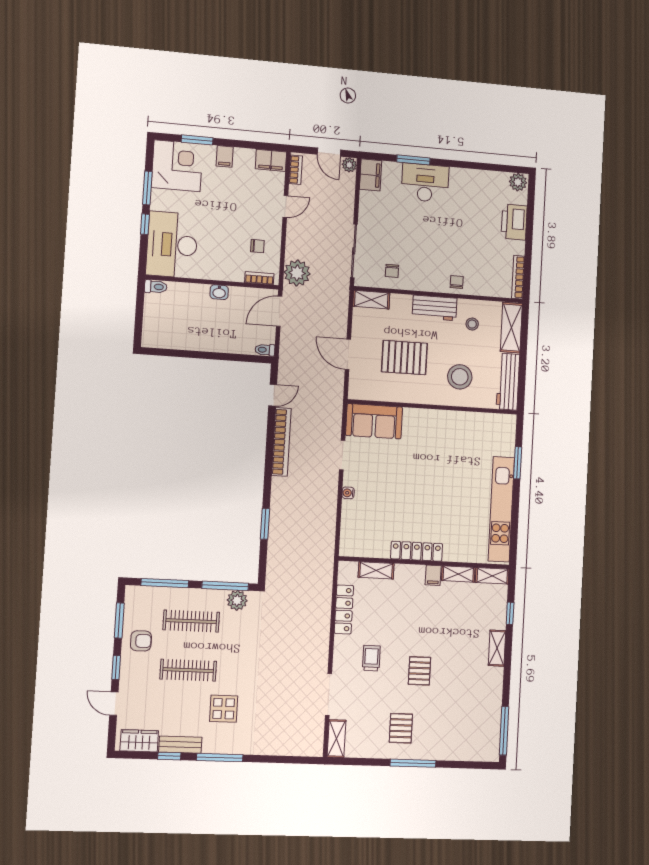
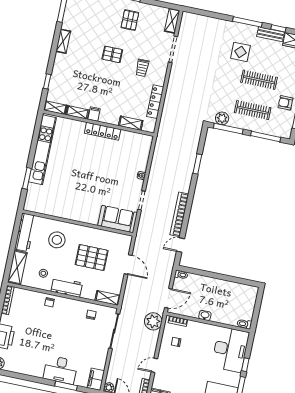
shelving: (497, 648) -> (63, 41), moved
pallet: (419, 671) -> (112, 54), turned 90

